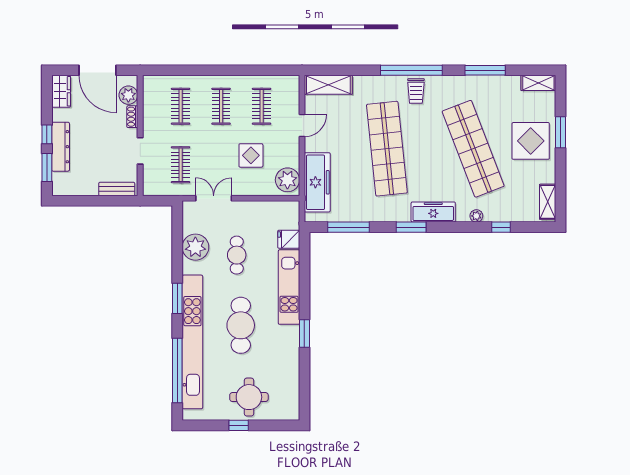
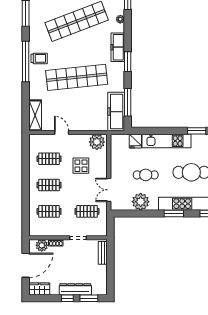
freezer: (317, 182) -> (116, 112), moved, turned -90

